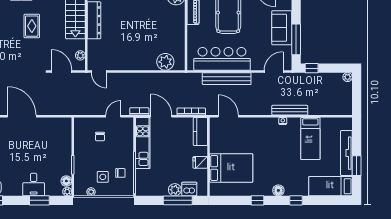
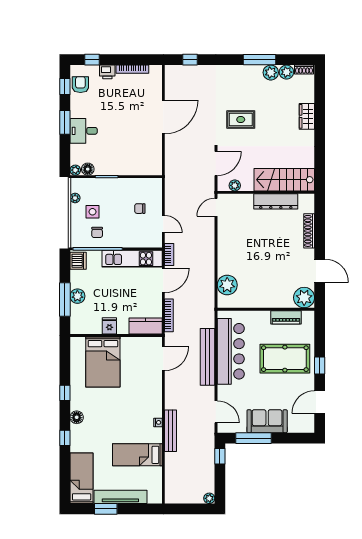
rug: (32, 26) -> (241, 120), moved
dishwasher: (189, 189) -> (78, 261), moved
window: (39, 200) -> (65, 122), moved

